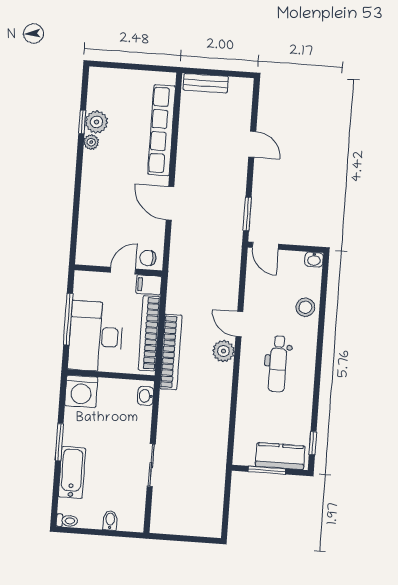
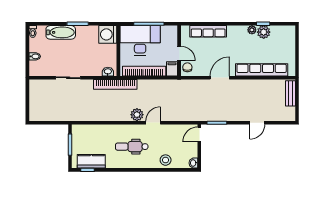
row of seats: (88, 218) -> (208, 31), added
bookcase: (171, 352) -> (115, 84), moved
kitchen counter: (280, 456) -> (91, 161), moved, turned -90

